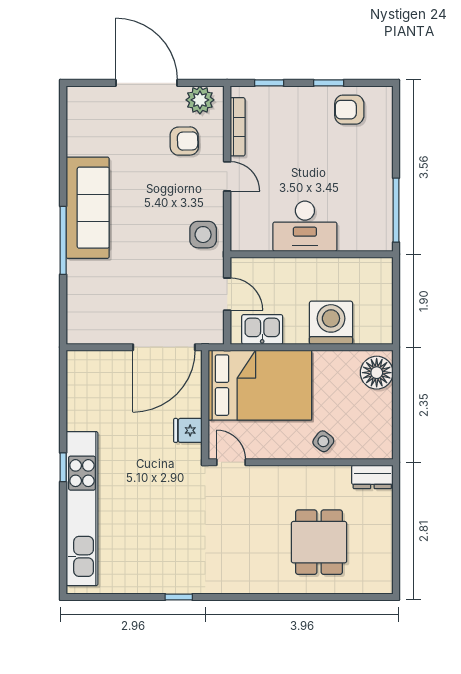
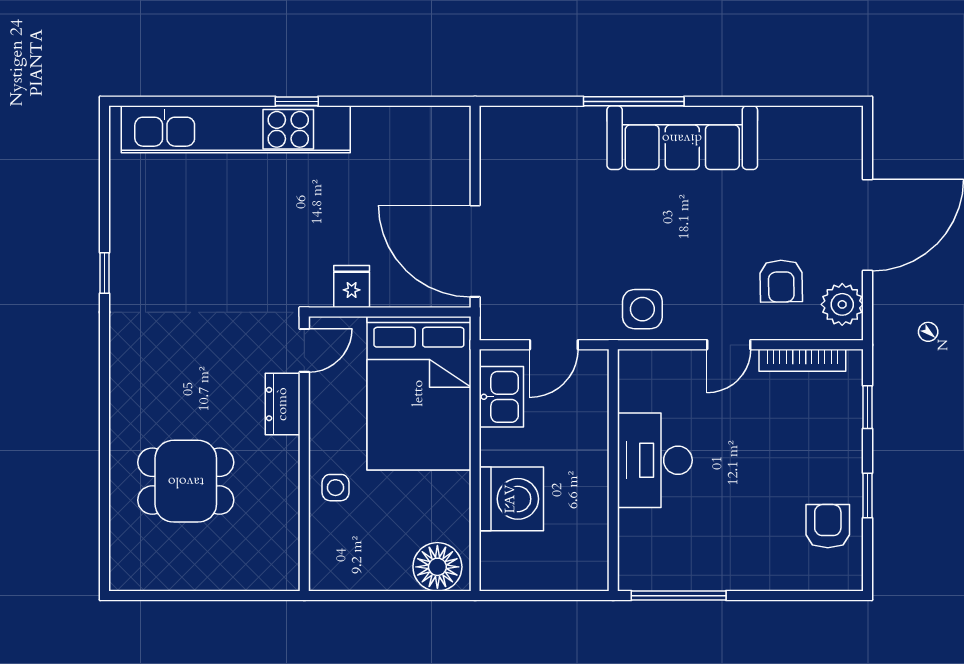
side table: (323, 441) -> (335, 488), turned -38
dresser: (372, 477) -> (283, 404), moved

